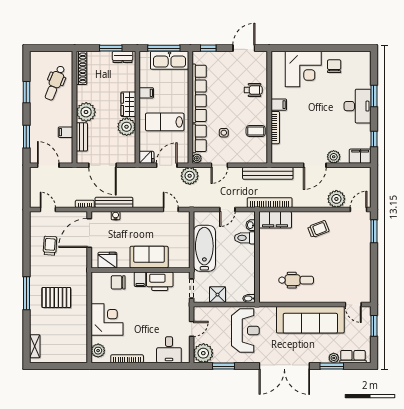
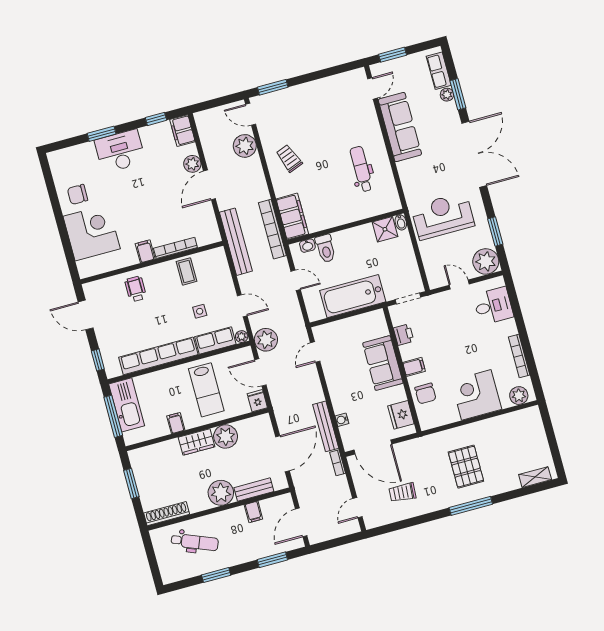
dresser: (123, 57) -> (138, 465), removed
door: (315, 165) -> (209, 185), swing flipped
printer: (160, 281) -> (404, 335), width x0.53, depth x0.68
shower: (218, 295) -> (385, 229), moved
sofa: (310, 320) -> (400, 127), width x0.74, depth x0.79

